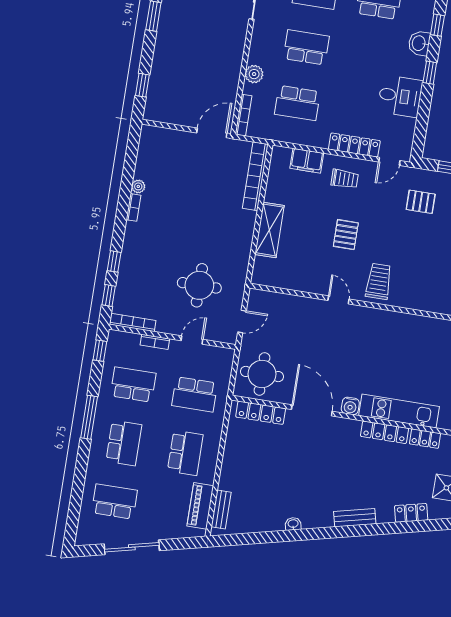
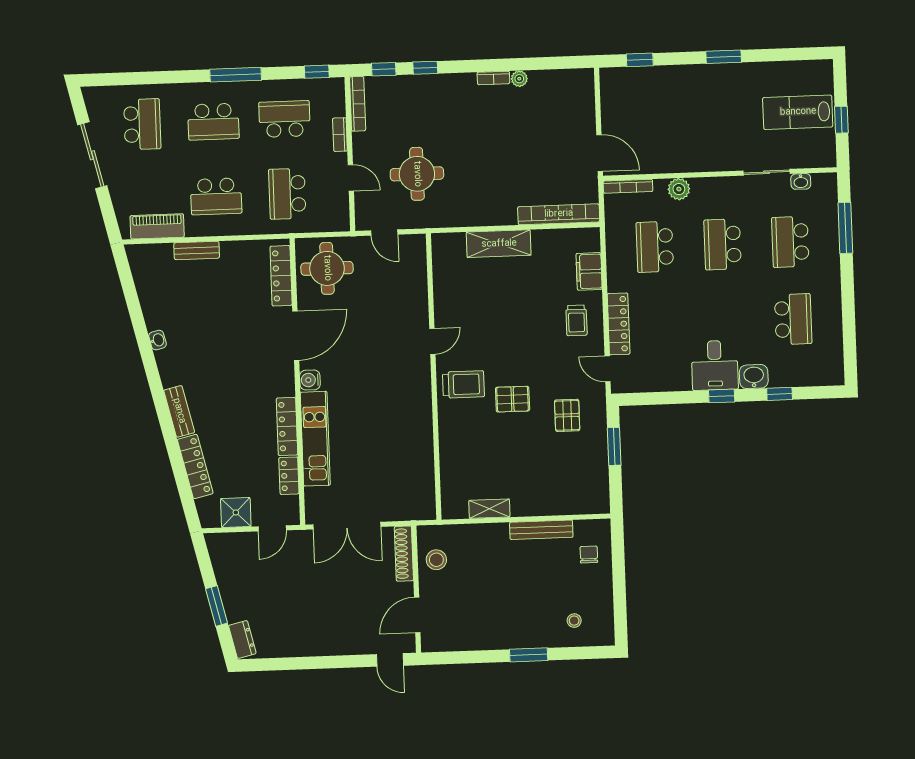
school desk: (306, 47) -> (723, 244), turned 180
desk: (400, 96) -> (715, 365), moved
pallet: (346, 235) -> (513, 399), moved
school desk: (133, 385) -> (285, 119), turned -90
bench: (221, 510) -> (197, 250), moved
locker: (411, 513) -> (195, 466), width x1.53

